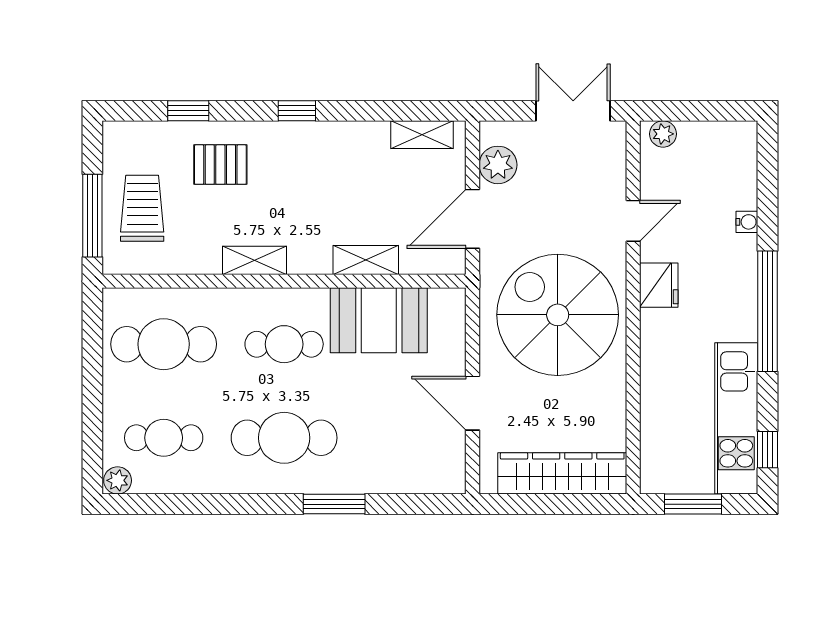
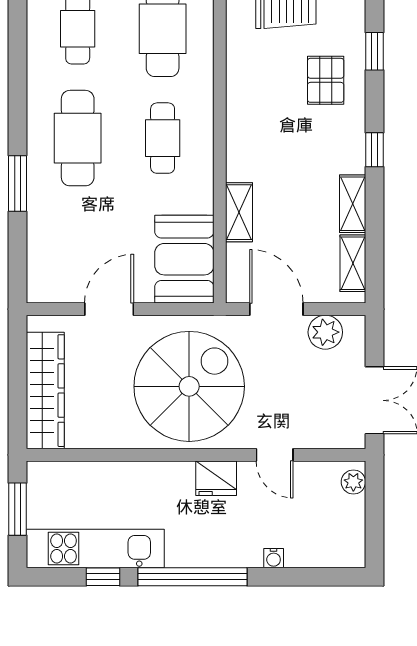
shelving: (254, 260) -> (353, 204), moved
booth: (379, 320) -> (184, 259), moved
window: (767, 450) -> (103, 577), moved

